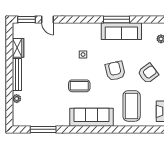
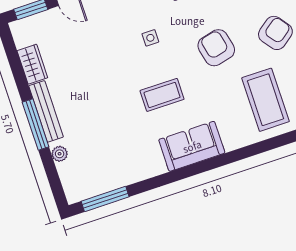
window: (9, 79) -> (36, 124), added
sofa: (92, 117) -> (192, 146), width x0.73
window: (43, 129) -> (105, 199), moved

